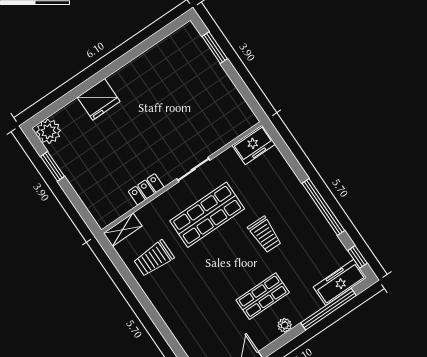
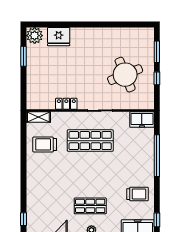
window: (237, 81) -> (157, 78), added
fridge: (99, 99) -> (59, 37), moved
round table: (194, 103) -> (125, 75), added
window: (323, 207) -> (157, 156), moved
trolley: (265, 235) -> (137, 194), moved, turned -90

